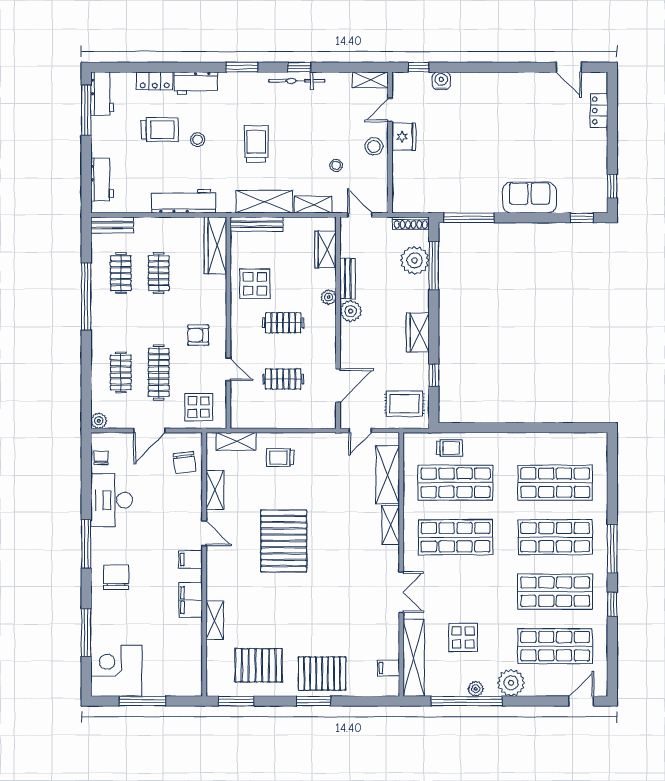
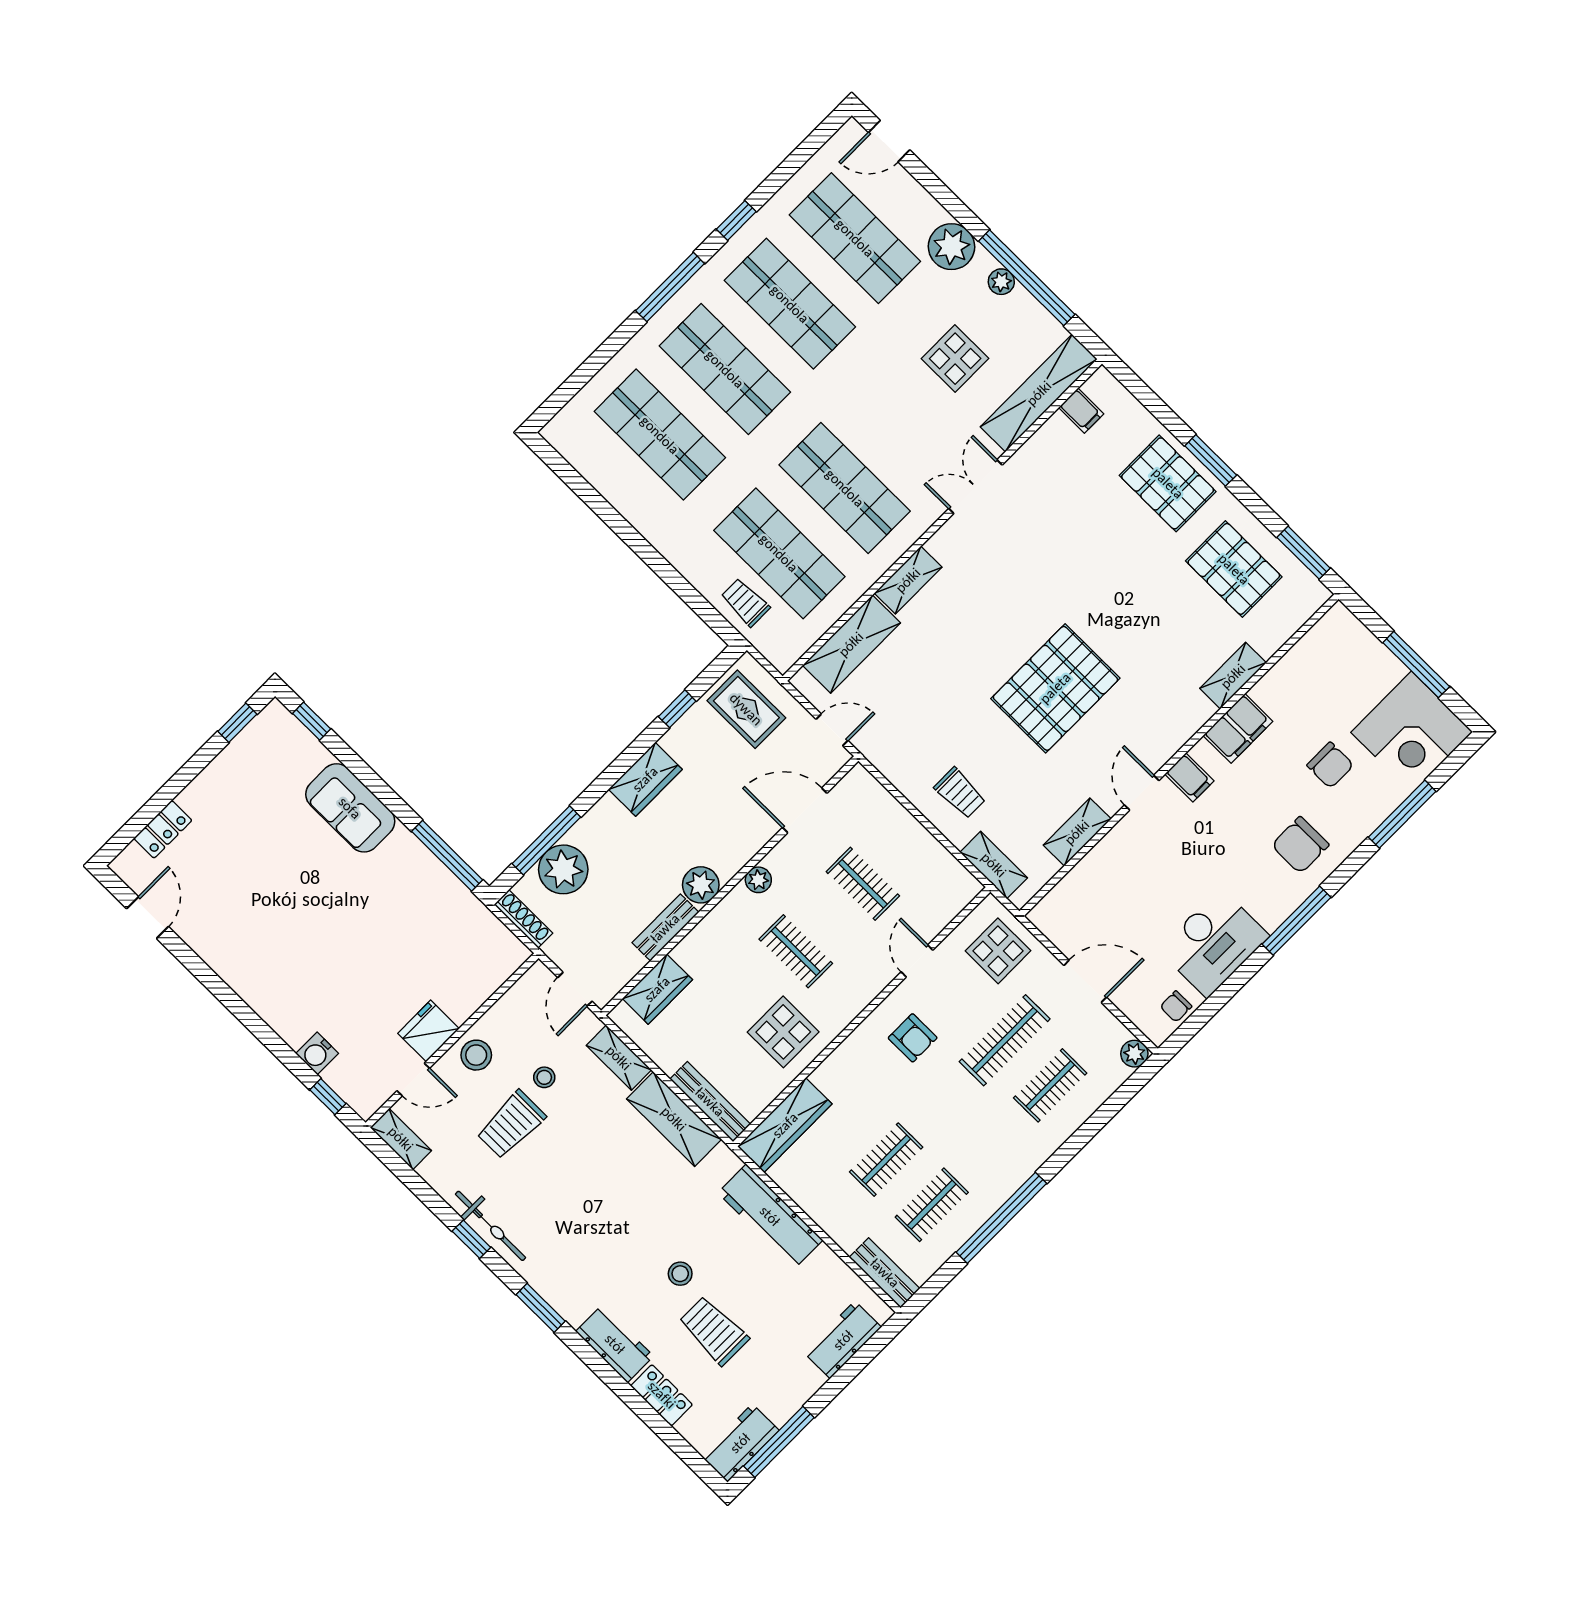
trolley: (256, 144) -> (511, 1124), moved
plant: (329, 297) -> (758, 880), moved
chair: (184, 463) -> (1330, 765), moved, turned 97

